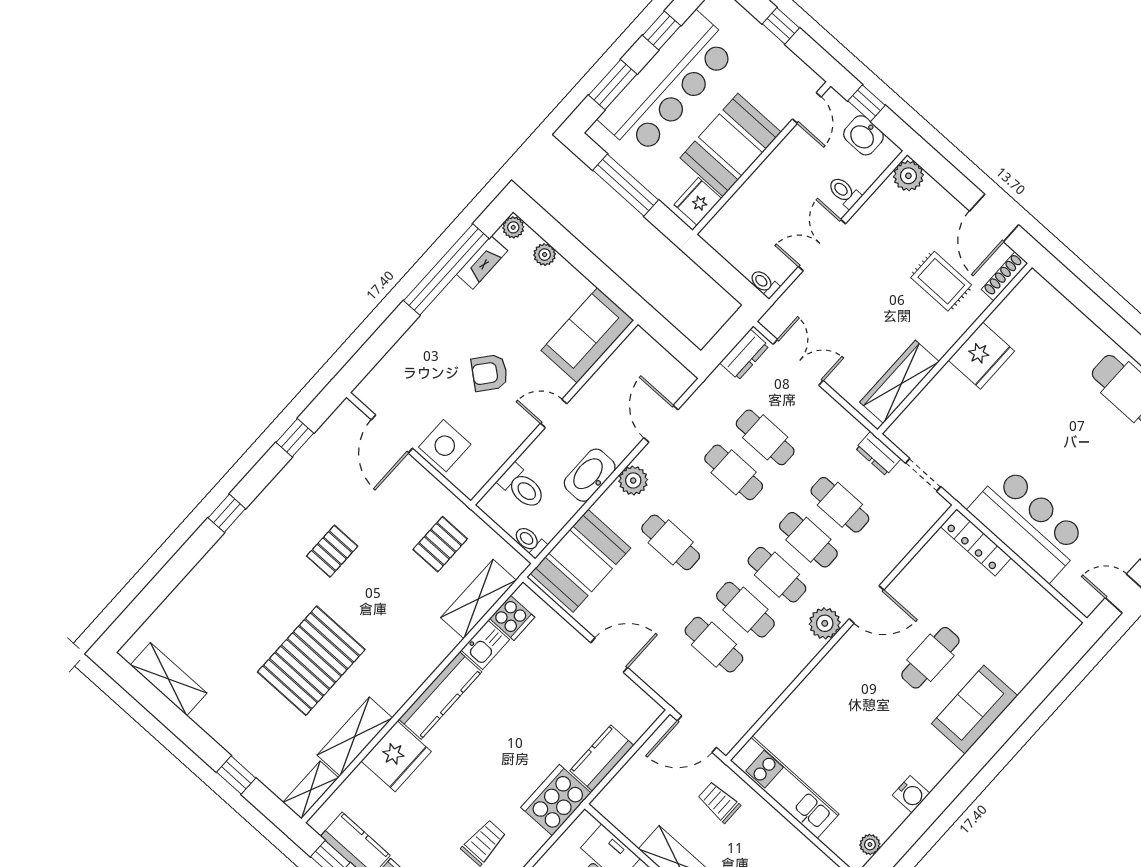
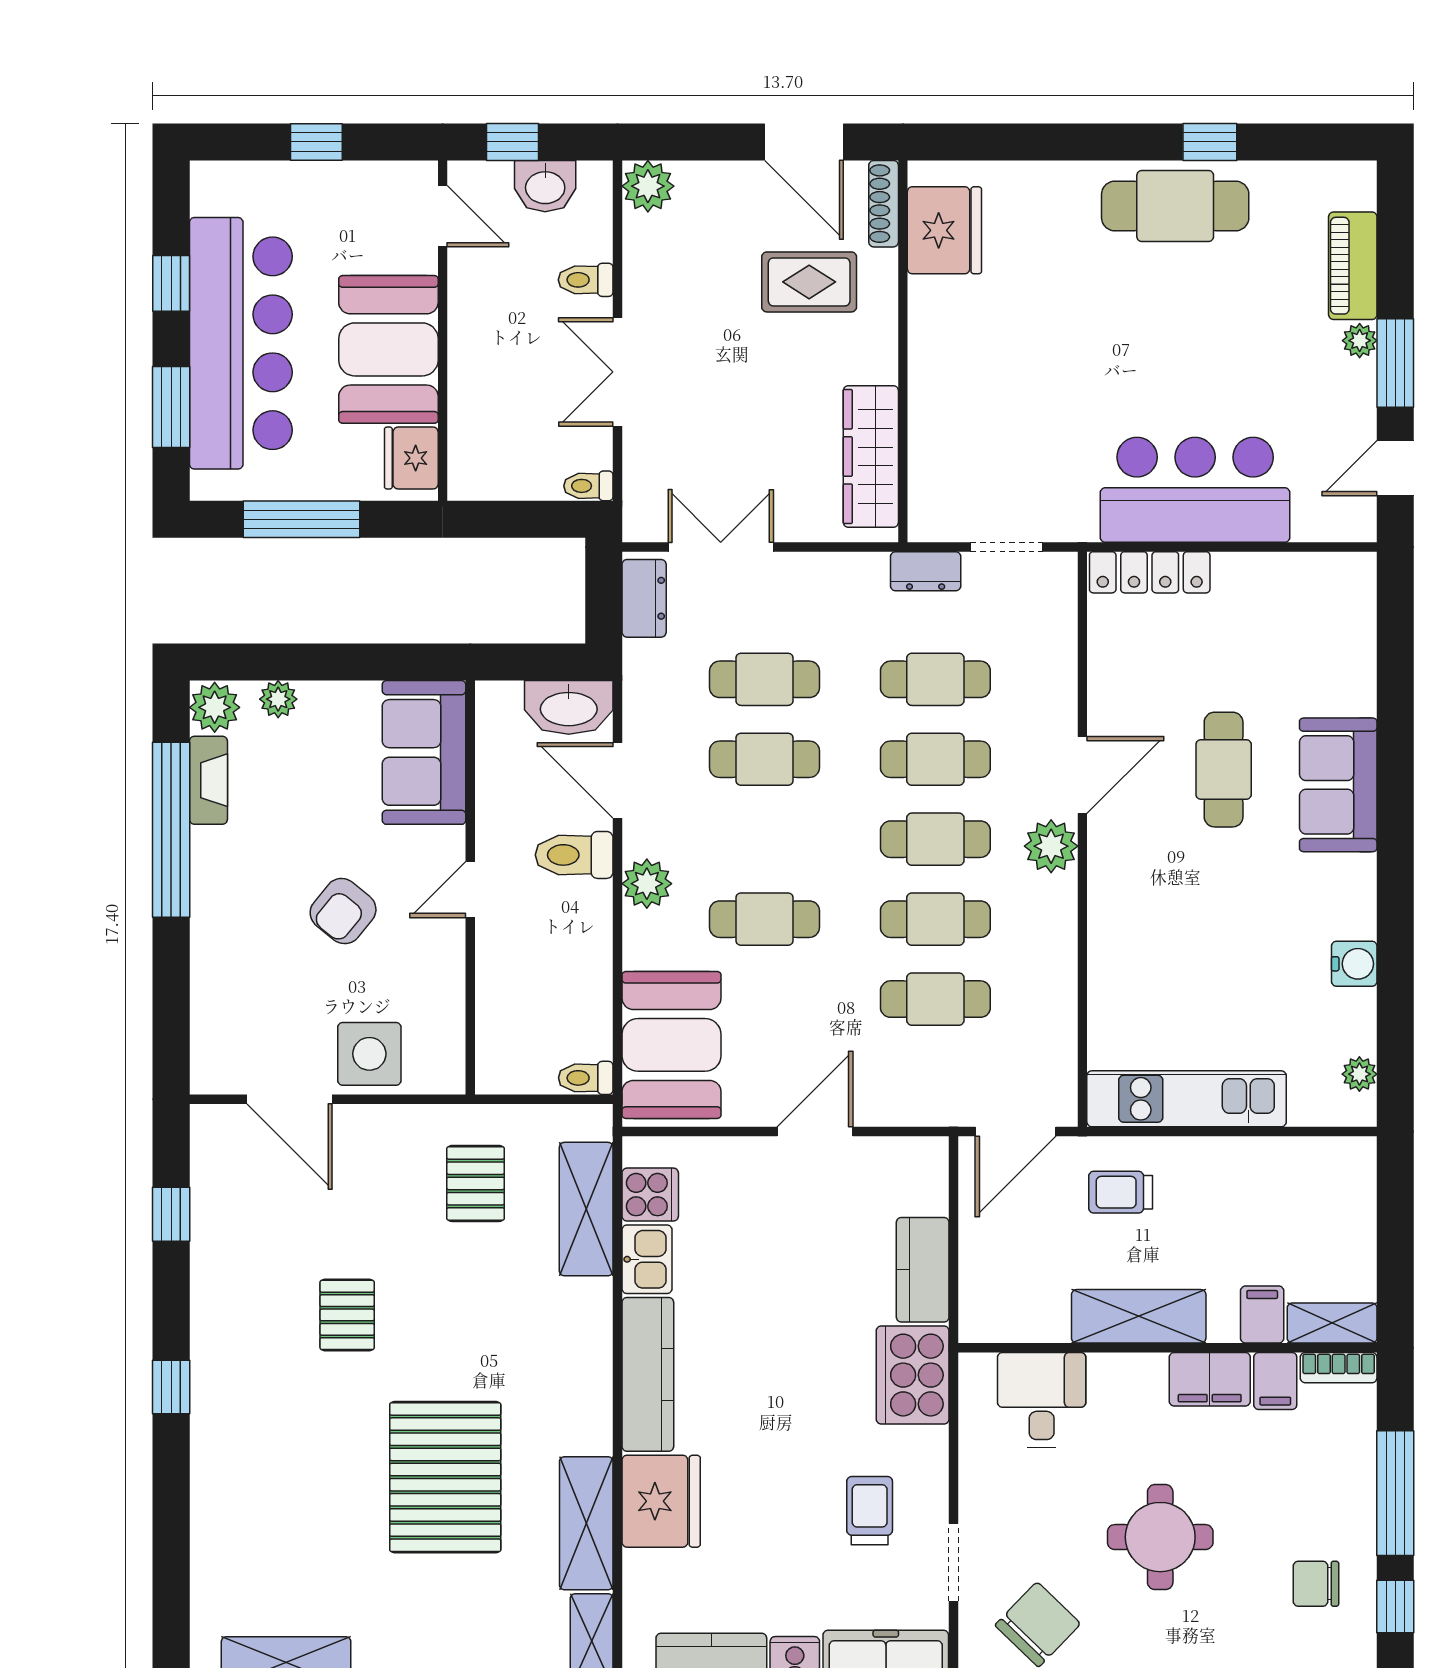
plant: (513, 227) -> (215, 707), width x1.38, depth x1.38
fridge: (981, 356) -> (944, 230), moved
washbasin: (590, 475) -> (569, 707), moved, turned -90
toilet: (522, 487) -> (574, 855), moved, turned 180

